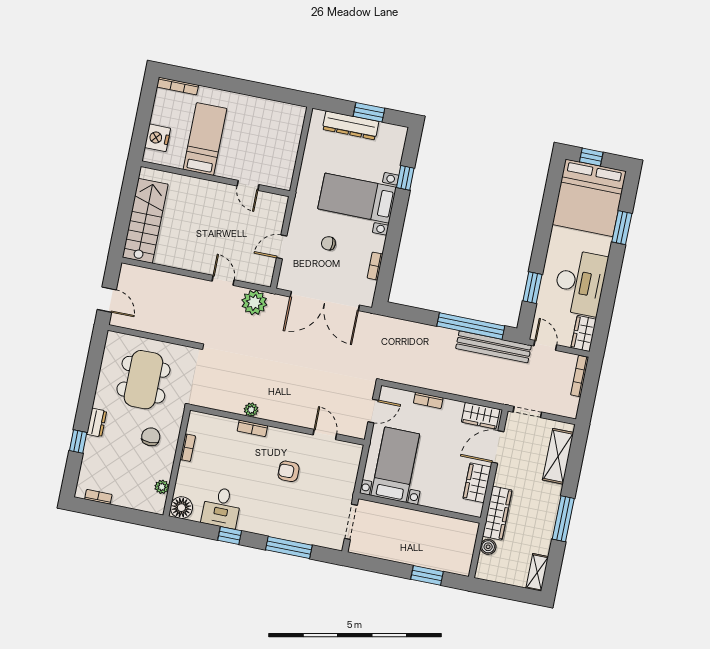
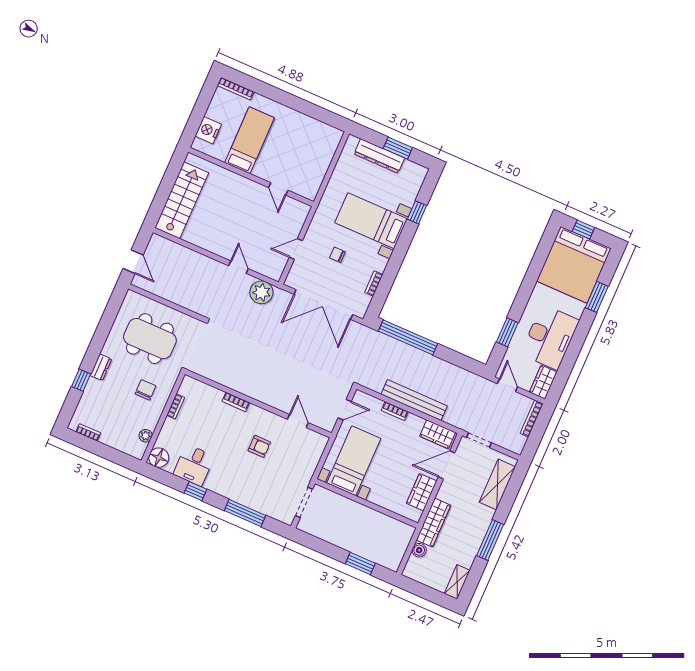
window: (471, 326) -> (408, 337), moved
bench: (494, 347) -> (414, 400), moved
dining table: (143, 380) -> (150, 339), turned 90
plant: (251, 410) -> (238, 385), removed
armchair: (289, 471) -> (259, 446), turned 180

